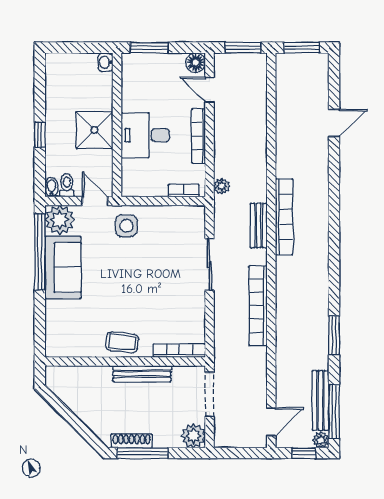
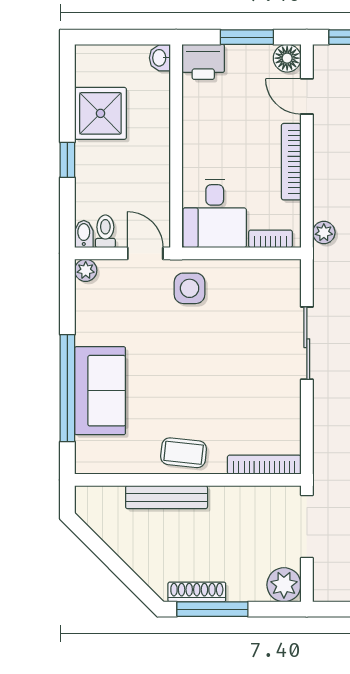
window: (149, 48) -> (247, 37), moved
printer: (136, 65) -> (203, 62), added
shower: (94, 130) -> (100, 113), moved
desk: (145, 135) -> (215, 213), moved, turned -90
plant: (60, 220) -> (86, 270), width x0.53, depth x0.53
window: (40, 252) -> (67, 388), moved
sofa: (63, 268) -> (100, 391), moved
bench: (142, 374) -> (167, 497), moved

